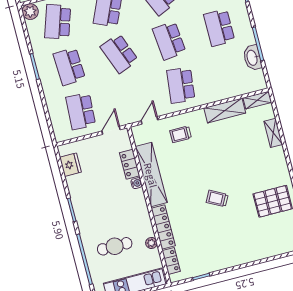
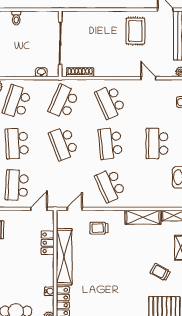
school desk: (181, 85) -> (110, 185), turned -30
water cooler: (137, 183) -> (49, 291), moved
trolley: (217, 199) -> (160, 272), moved

